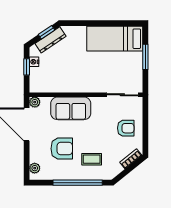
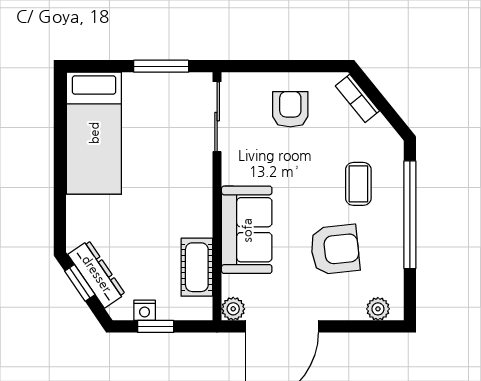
window: (145, 57) -> (161, 66), moved
cot: (54, 86) -> (197, 267), added
armchair: (62, 149) -> (335, 249), turned 84

